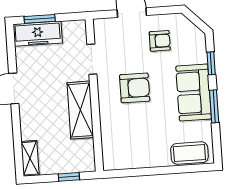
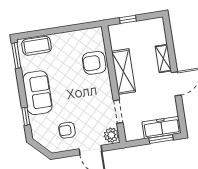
plant: (103, 30) -> (111, 135), added
armchair: (135, 88) -> (94, 63), moved
window: (214, 106) -> (16, 56), moved
shelving: (30, 158) -> (163, 59), moved

